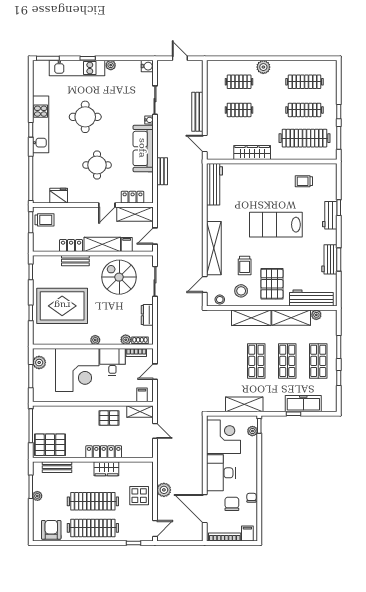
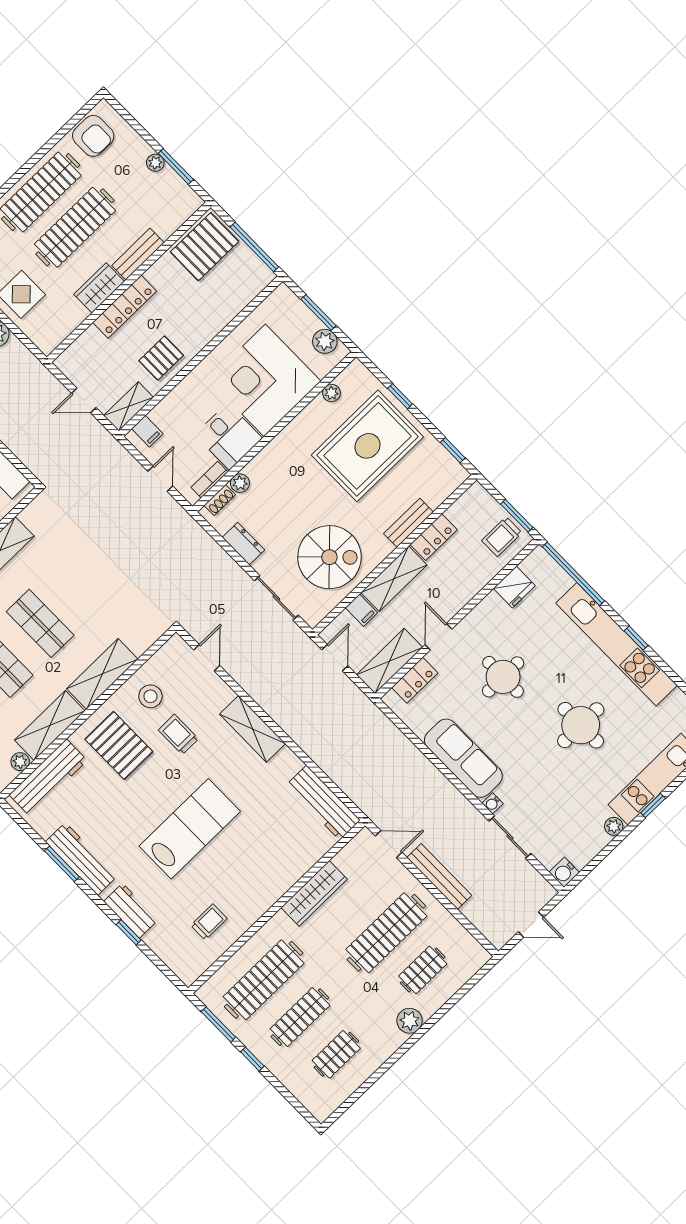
clothes rail: (304, 82) -> (336, 1054), width x0.73
clothes rail: (239, 110) -> (386, 933), width x1.86, depth x1.31
kitchen unit: (41, 124) -> (616, 644), width x1.36
bench: (162, 171) -> (409, 753), removed
shelving: (214, 248) -> (253, 729), width x0.68
workbench: (329, 259) -> (81, 859), width x1.38
stool: (220, 300) -> (167, 657), removed
plant: (95, 340) -> (331, 393), moved
bench: (57, 467) -> (138, 254), moved

